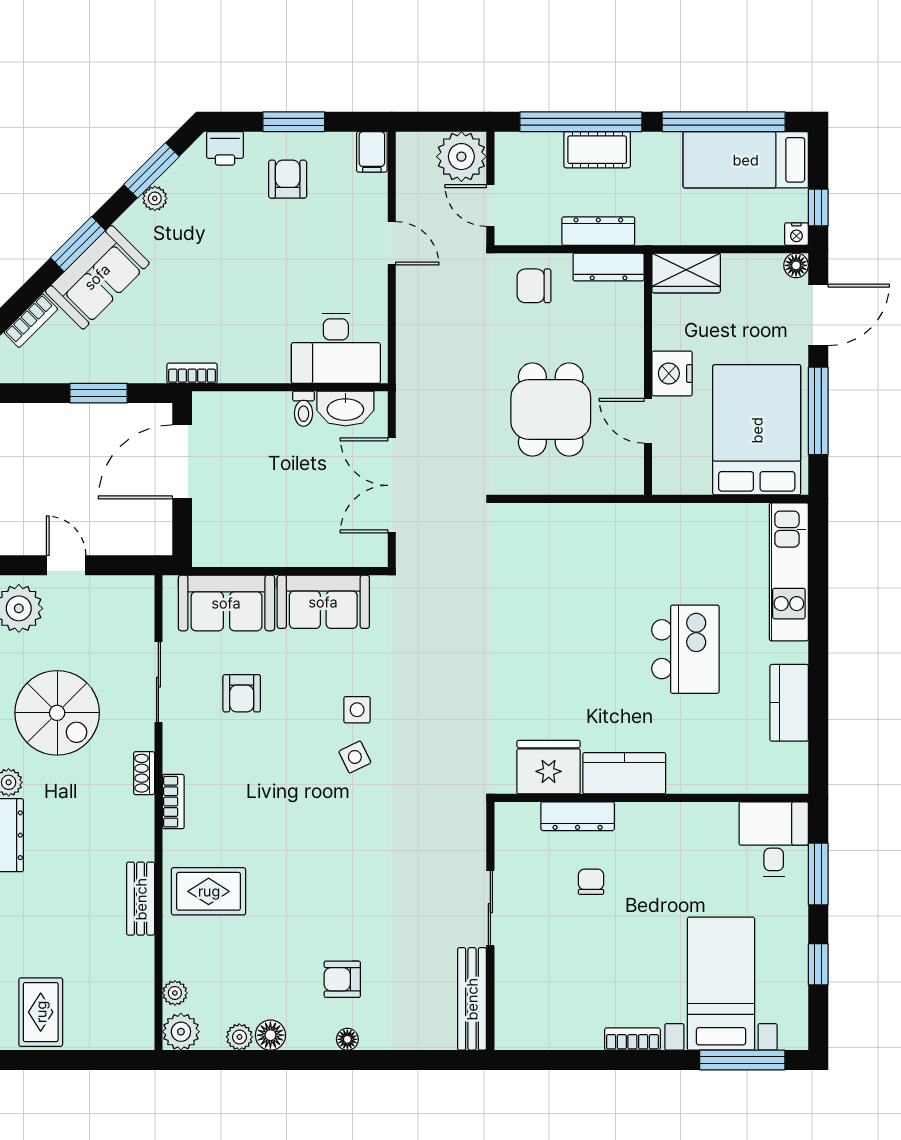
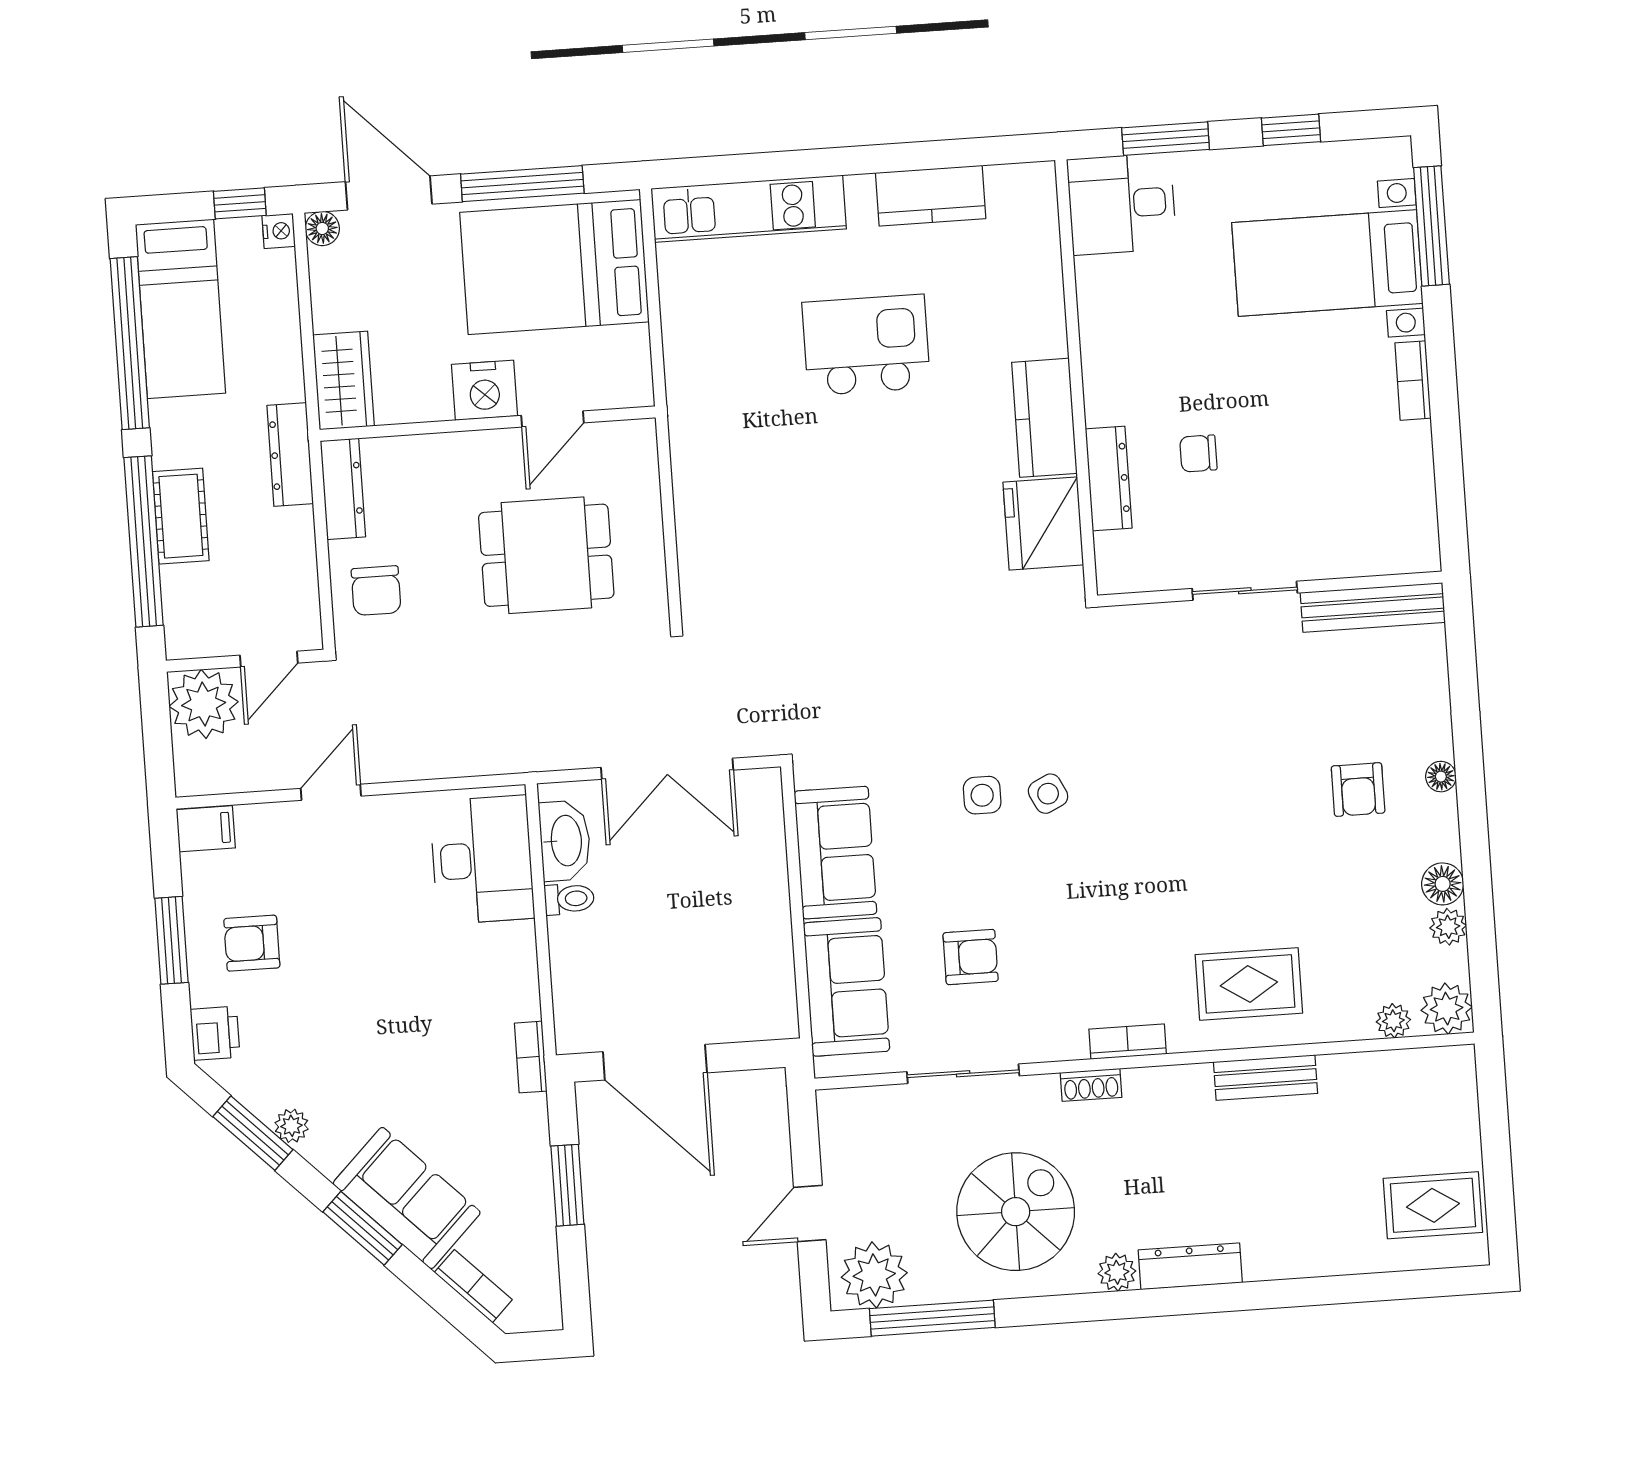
dresser: (598, 231) -> (290, 455), moved
rug: (209, 891) -> (1249, 984), turned 90

